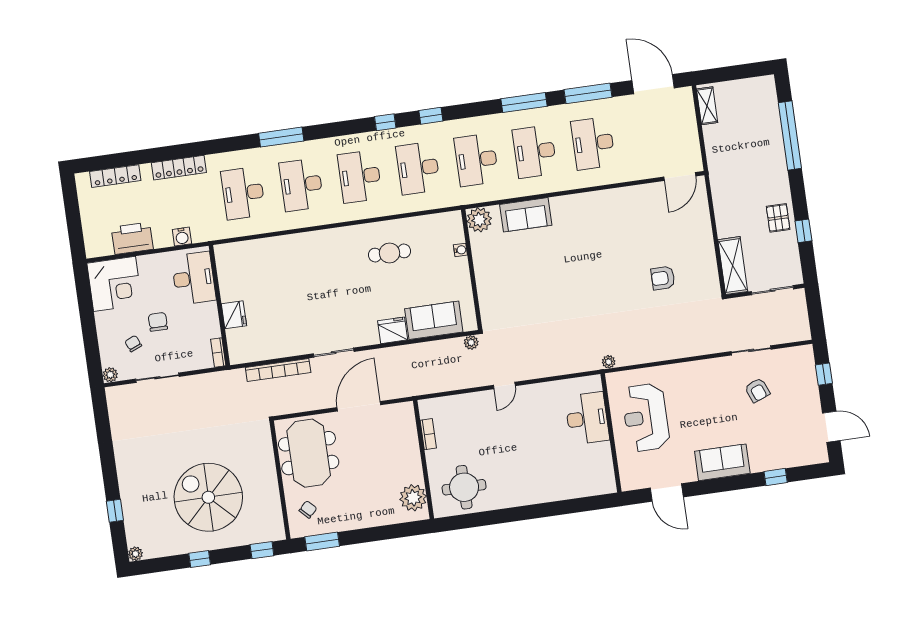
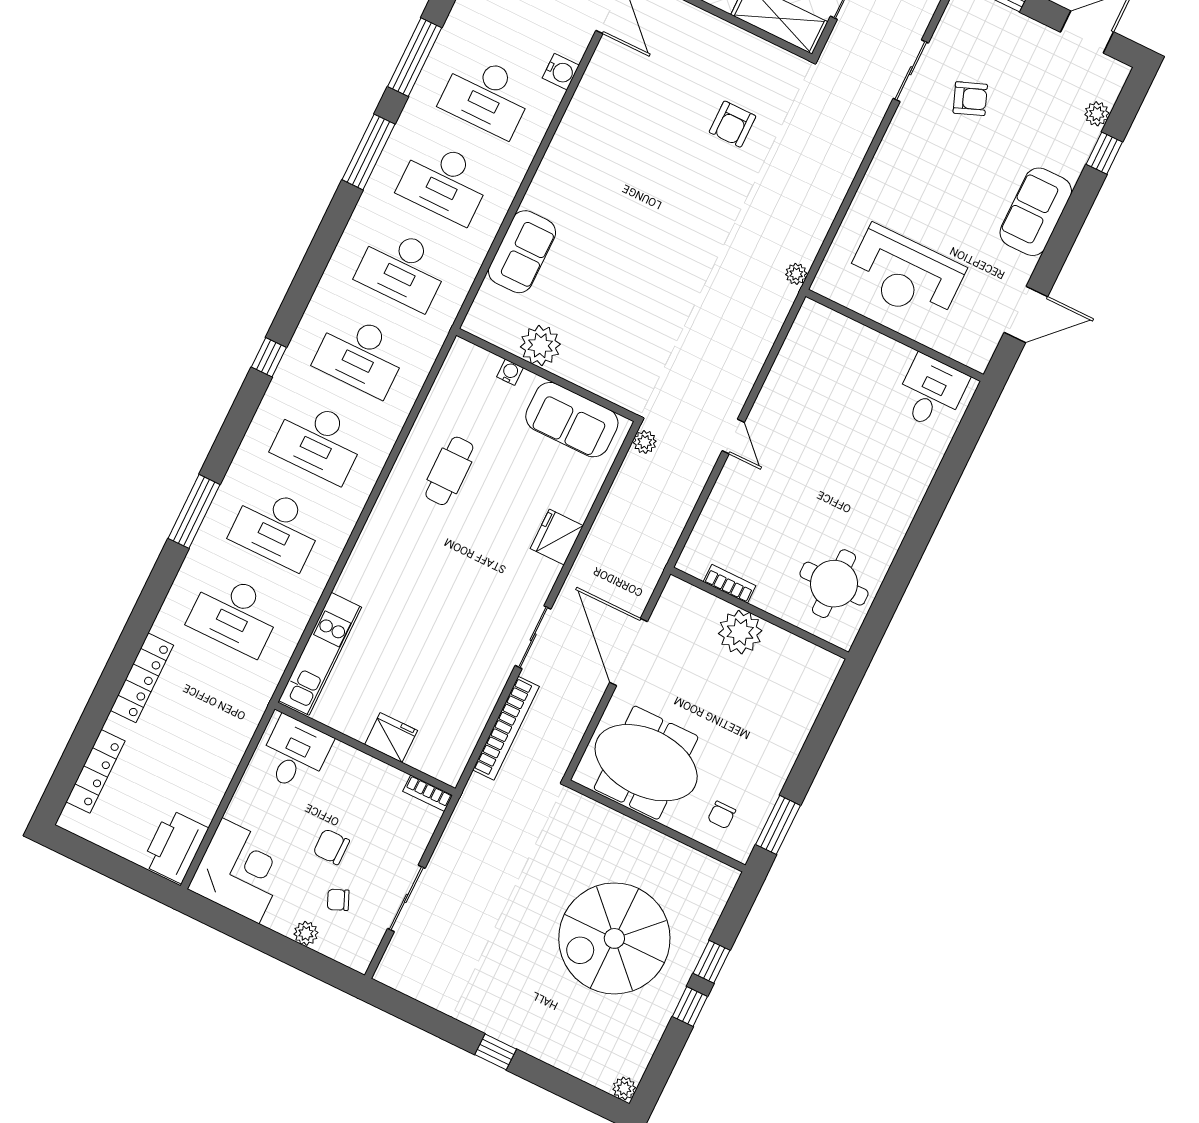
window: (431, 116) -> (302, 290), removed
plant: (479, 220) -> (540, 345), moved
water cooler: (182, 237) -> (561, 72), moved
printer: (132, 238) -> (175, 846), moved
kitchen unit: (252, 250) -> (320, 654), added
desk: (194, 278) -> (295, 754), width x0.73
sofa: (434, 320) -> (572, 420), moved, turned -90
plant: (110, 375) -> (306, 933), moved
desk: (587, 418) -> (931, 392), moved, width x0.73
plant: (793, 460) -> (1097, 114), added
plant: (413, 498) -> (740, 632), moved
chair: (308, 509) -> (722, 815), turned -135
window: (115, 511) -> (496, 1052), moved
window: (262, 550) -> (712, 962), moved

